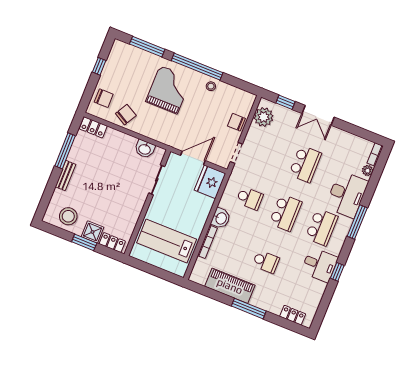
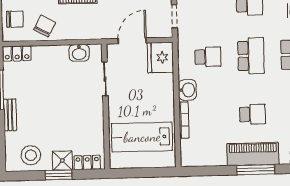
piano: (230, 286) -> (253, 154), moved

